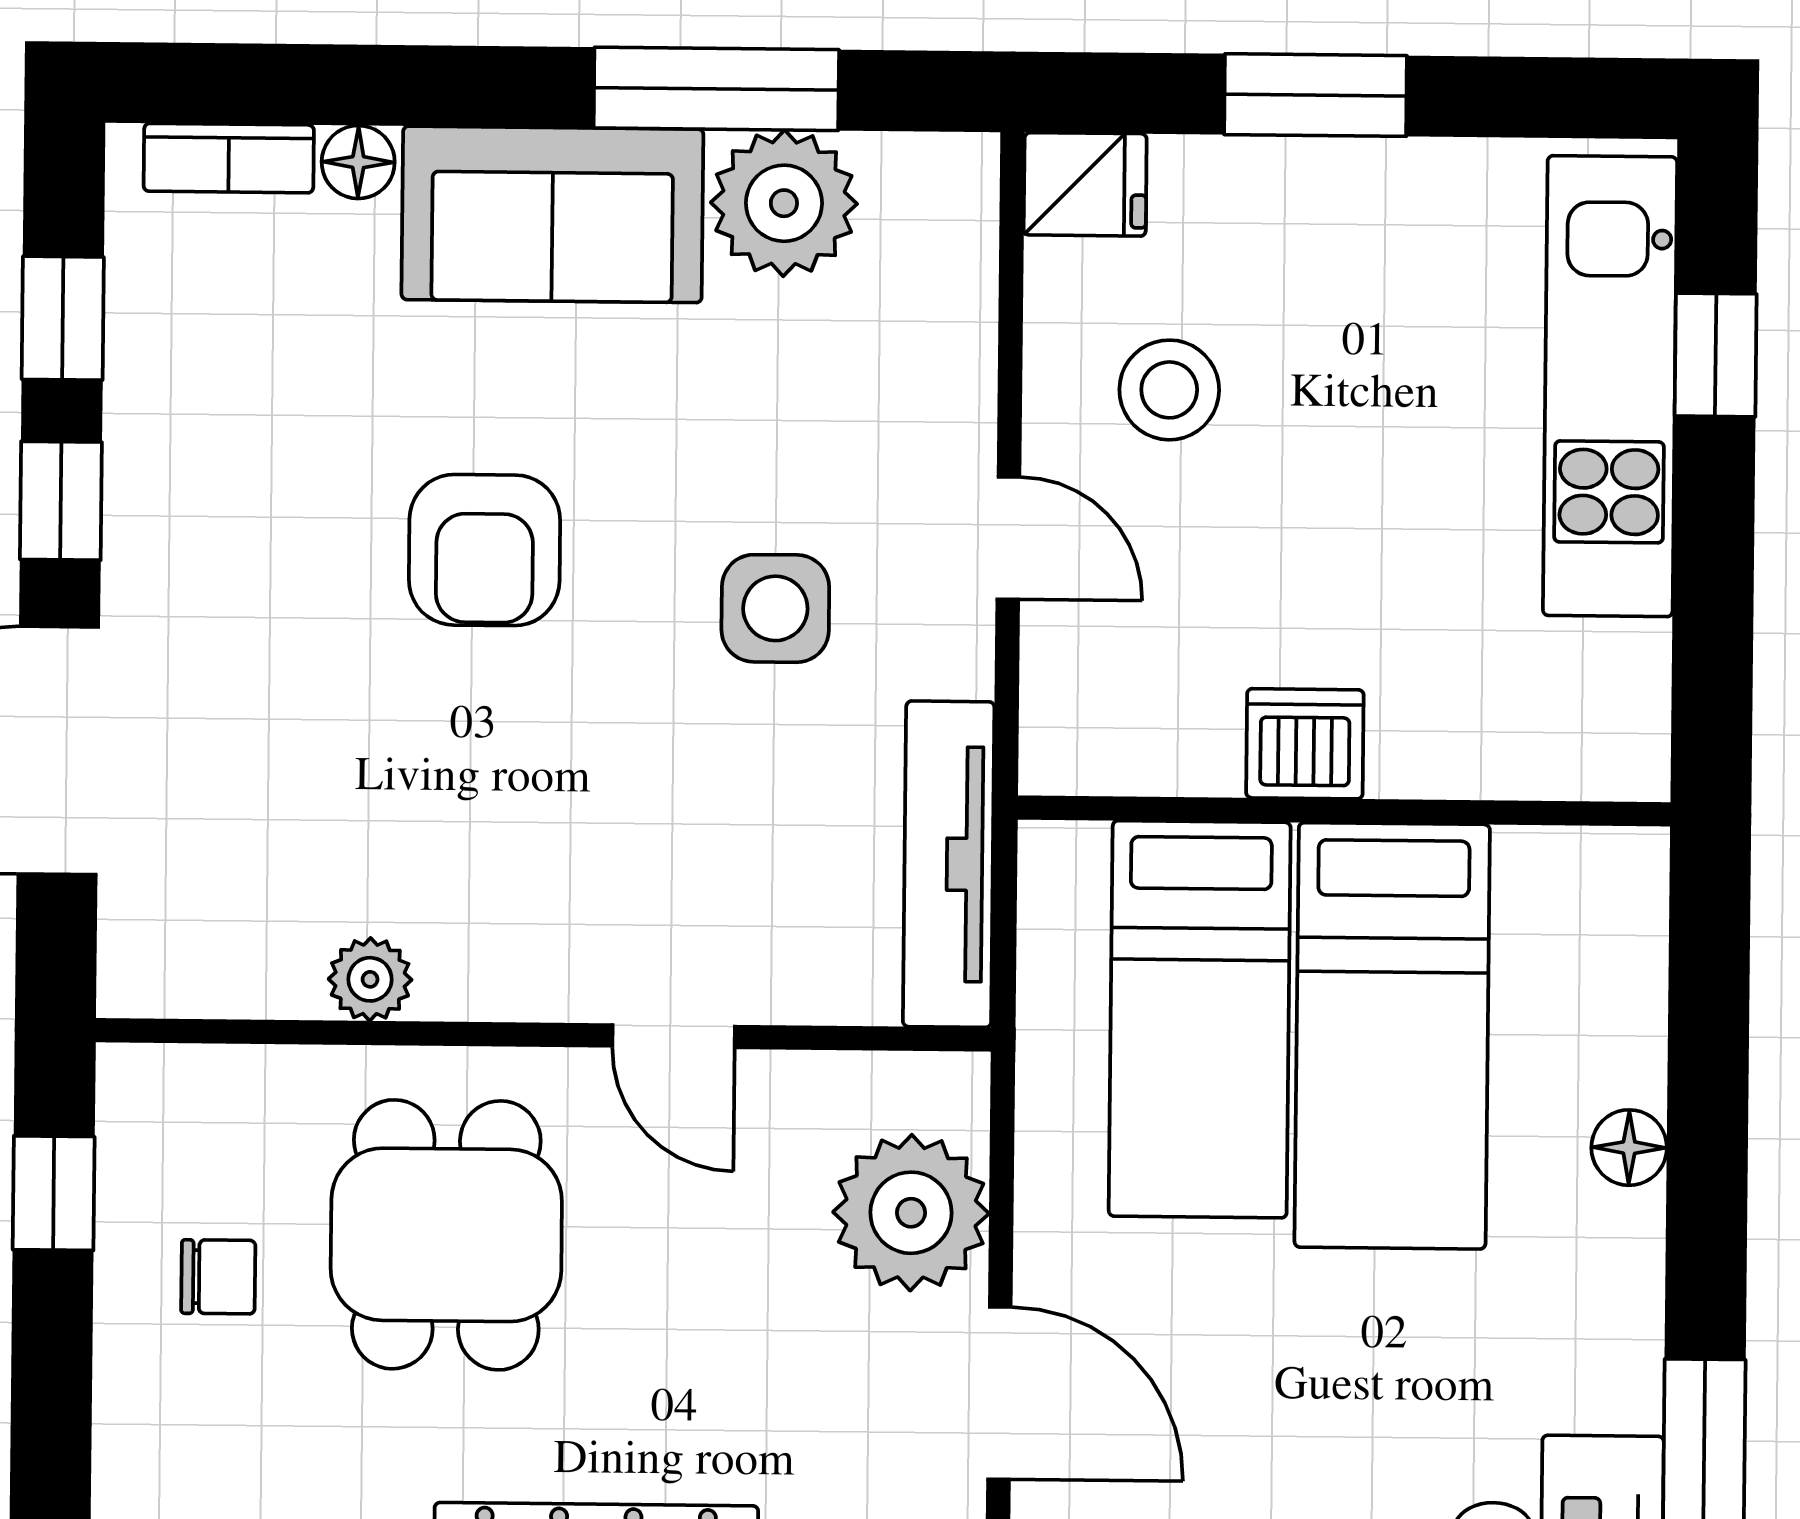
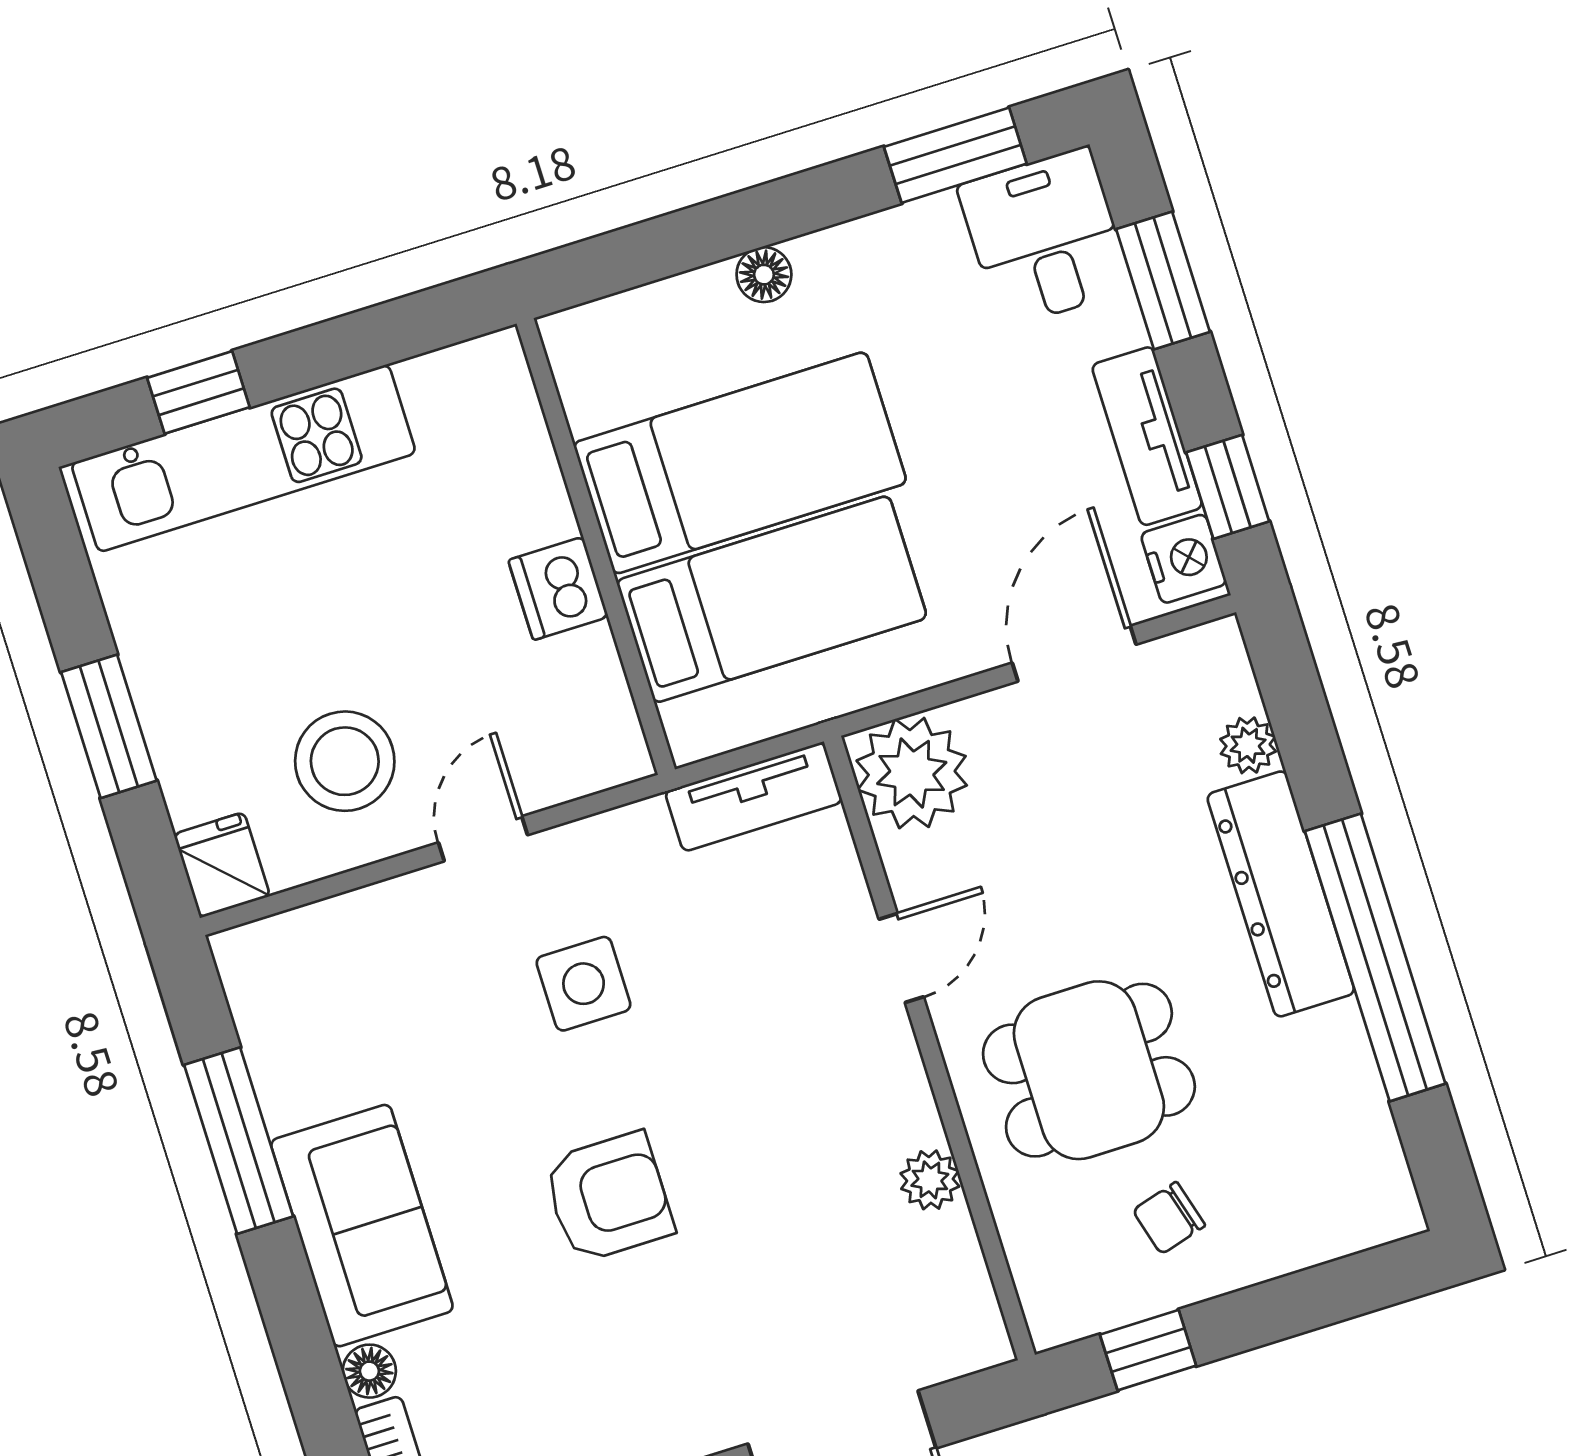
plant: (784, 203) -> (302, 1068), removed
stool: (1169, 390) -> (345, 761), width x1.38, depth x1.38
tv unit: (949, 864) -> (754, 797), width x0.71
plant: (911, 1213) -> (912, 773), moved
chair: (218, 1277) -> (1169, 1218), turned -106

